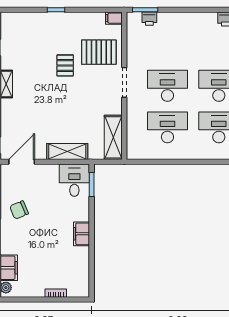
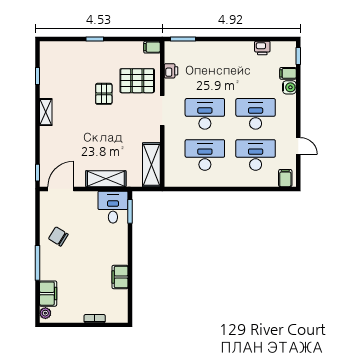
printer: (149, 19) -> (171, 71), moved, turned -90
chair: (19, 210) -> (58, 237), turned 55
filing cabinet: (82, 234) -> (120, 277), moved

